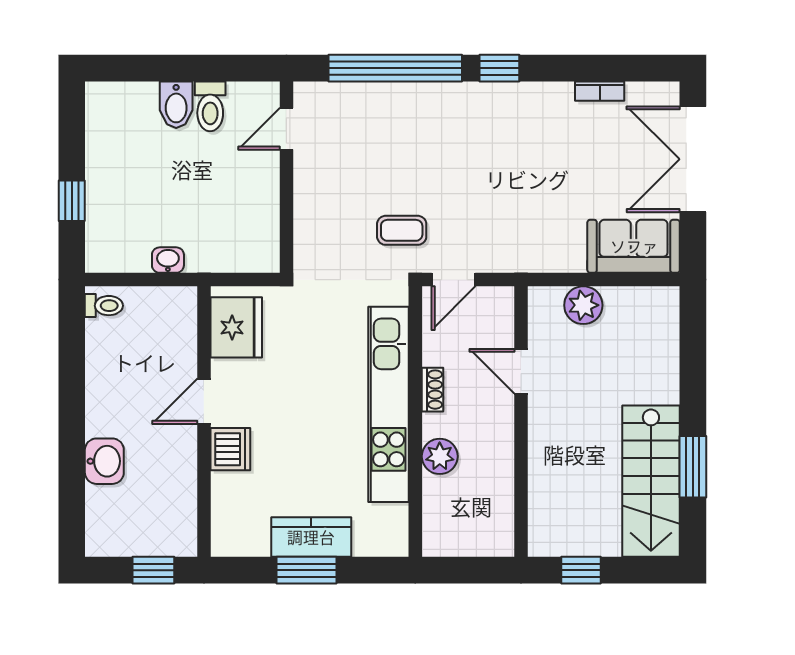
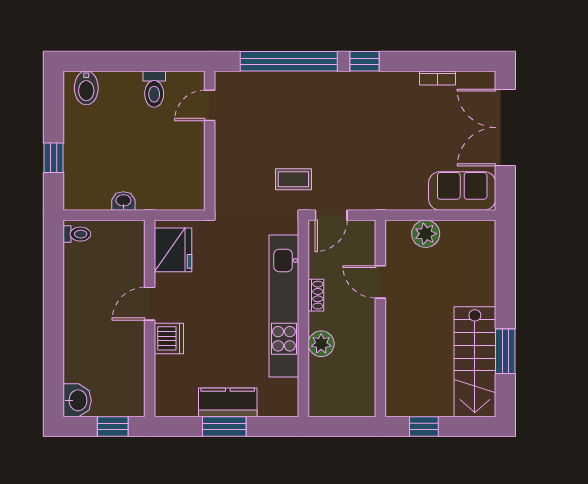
bidet: (176, 105) -> (86, 88), moved
washbasin: (104, 461) -> (77, 400), moved

